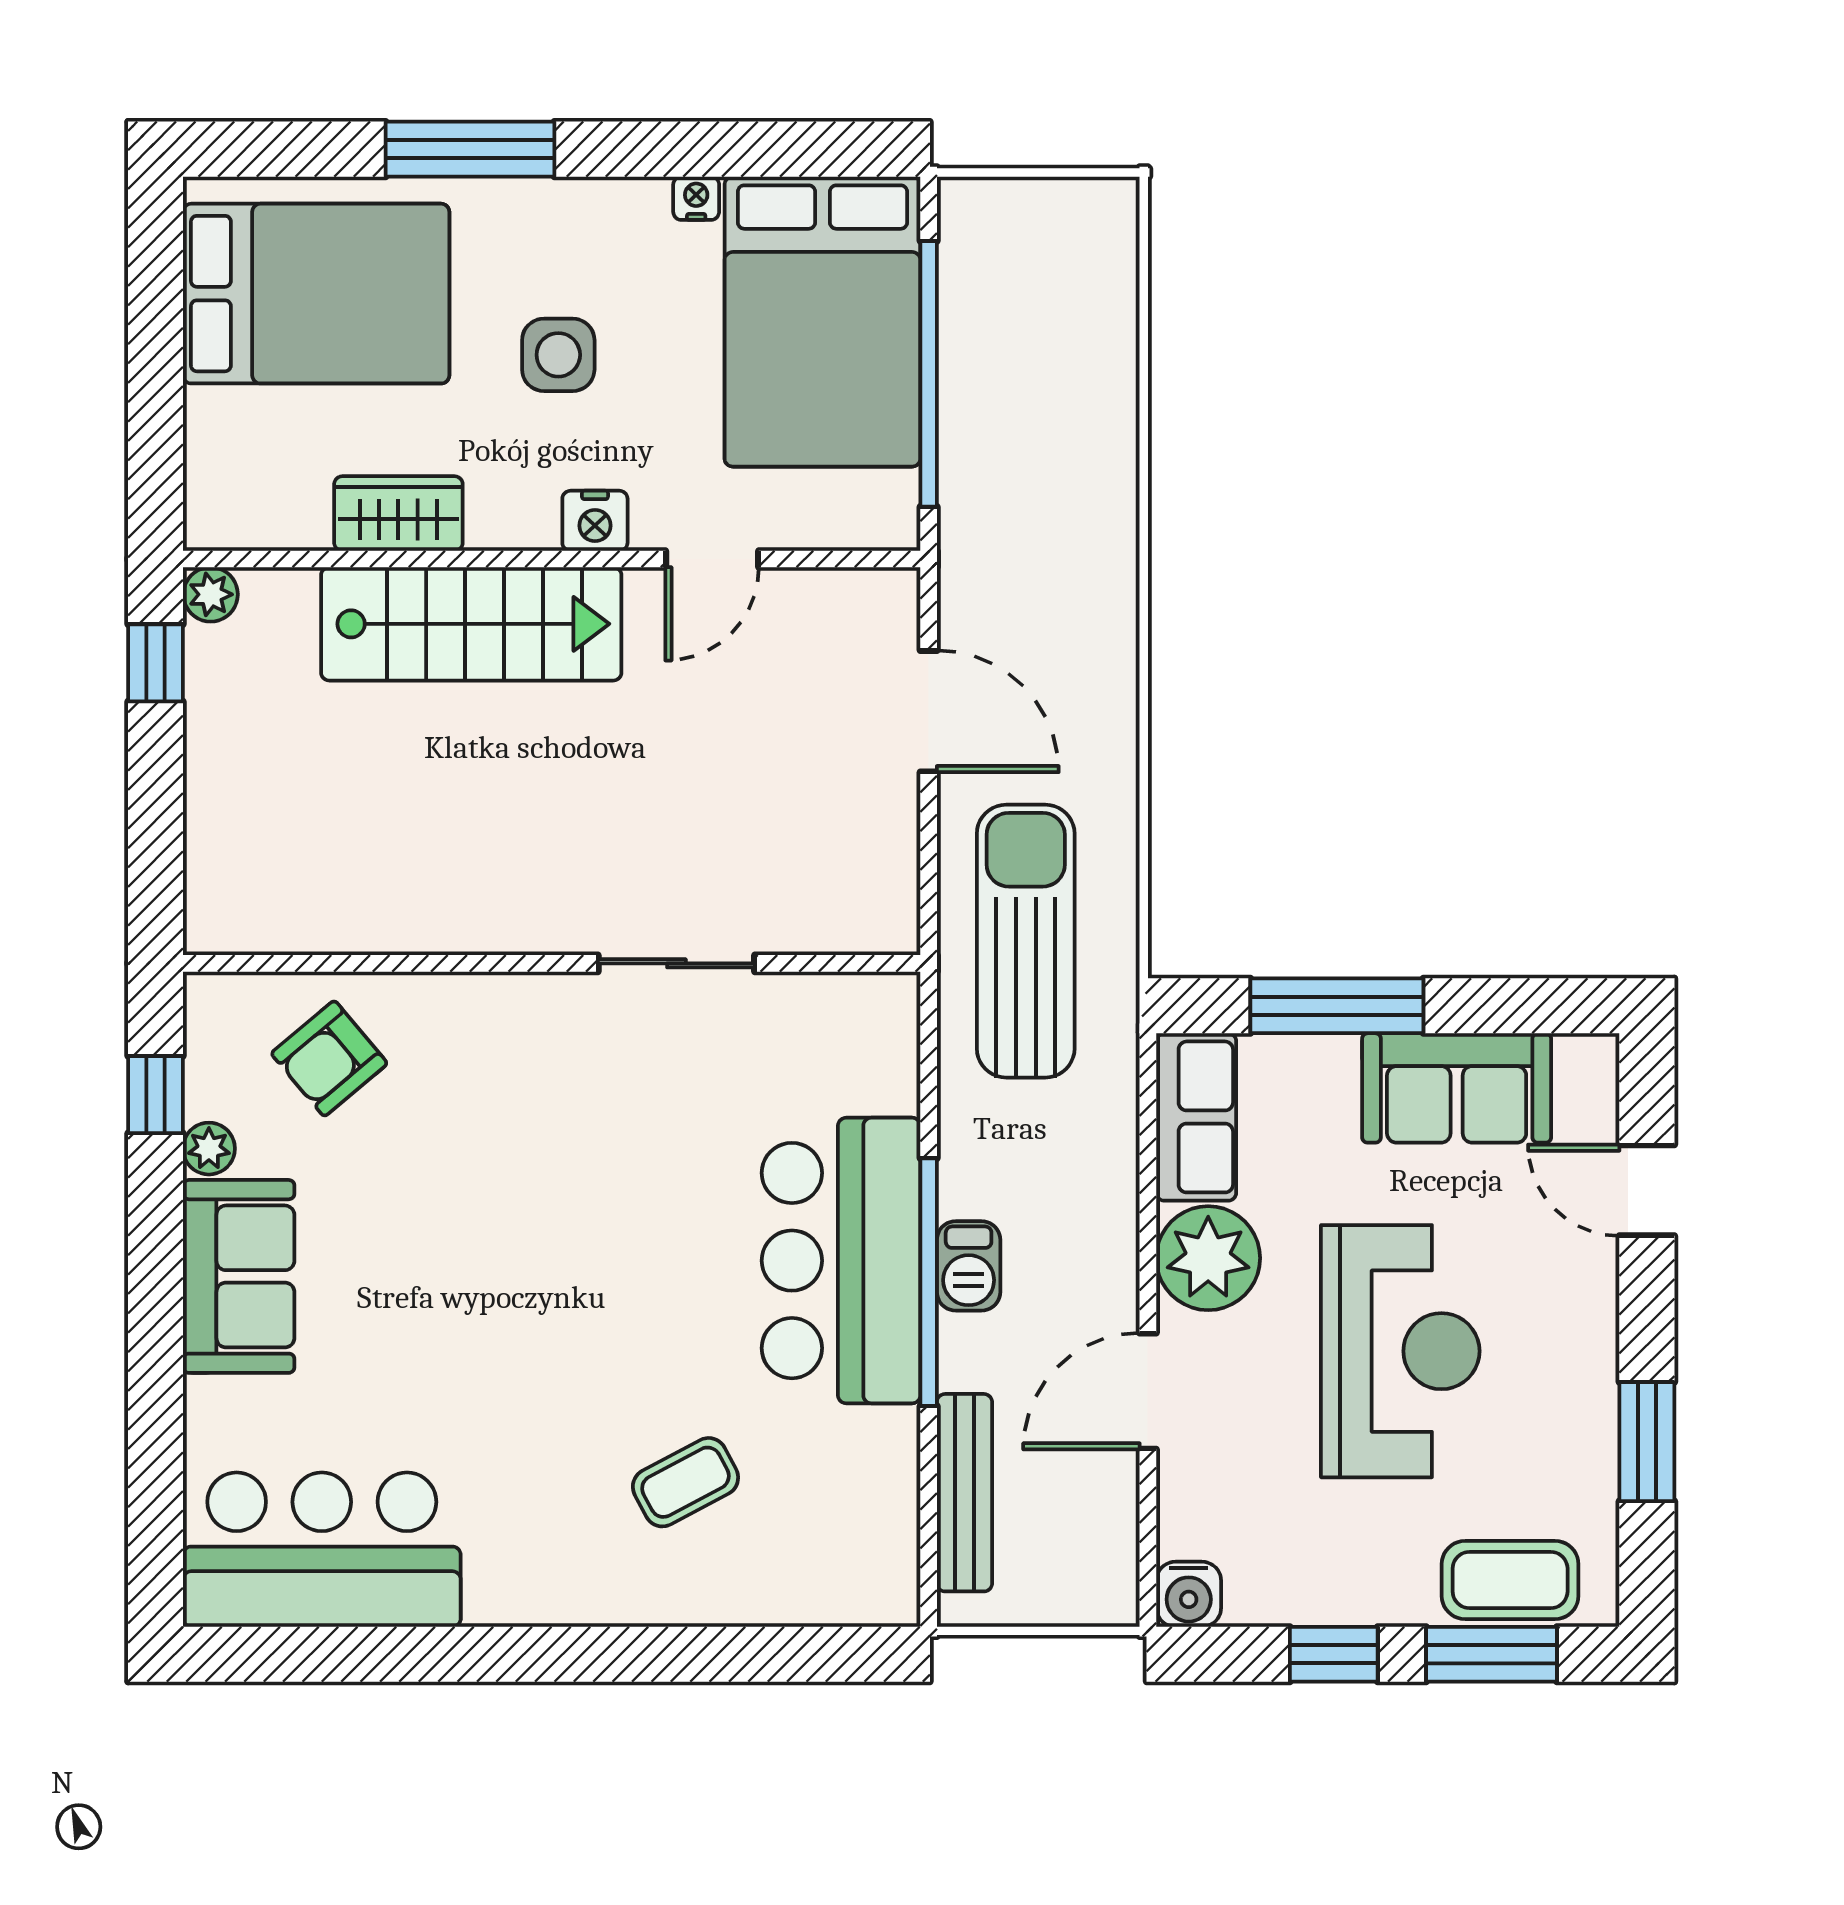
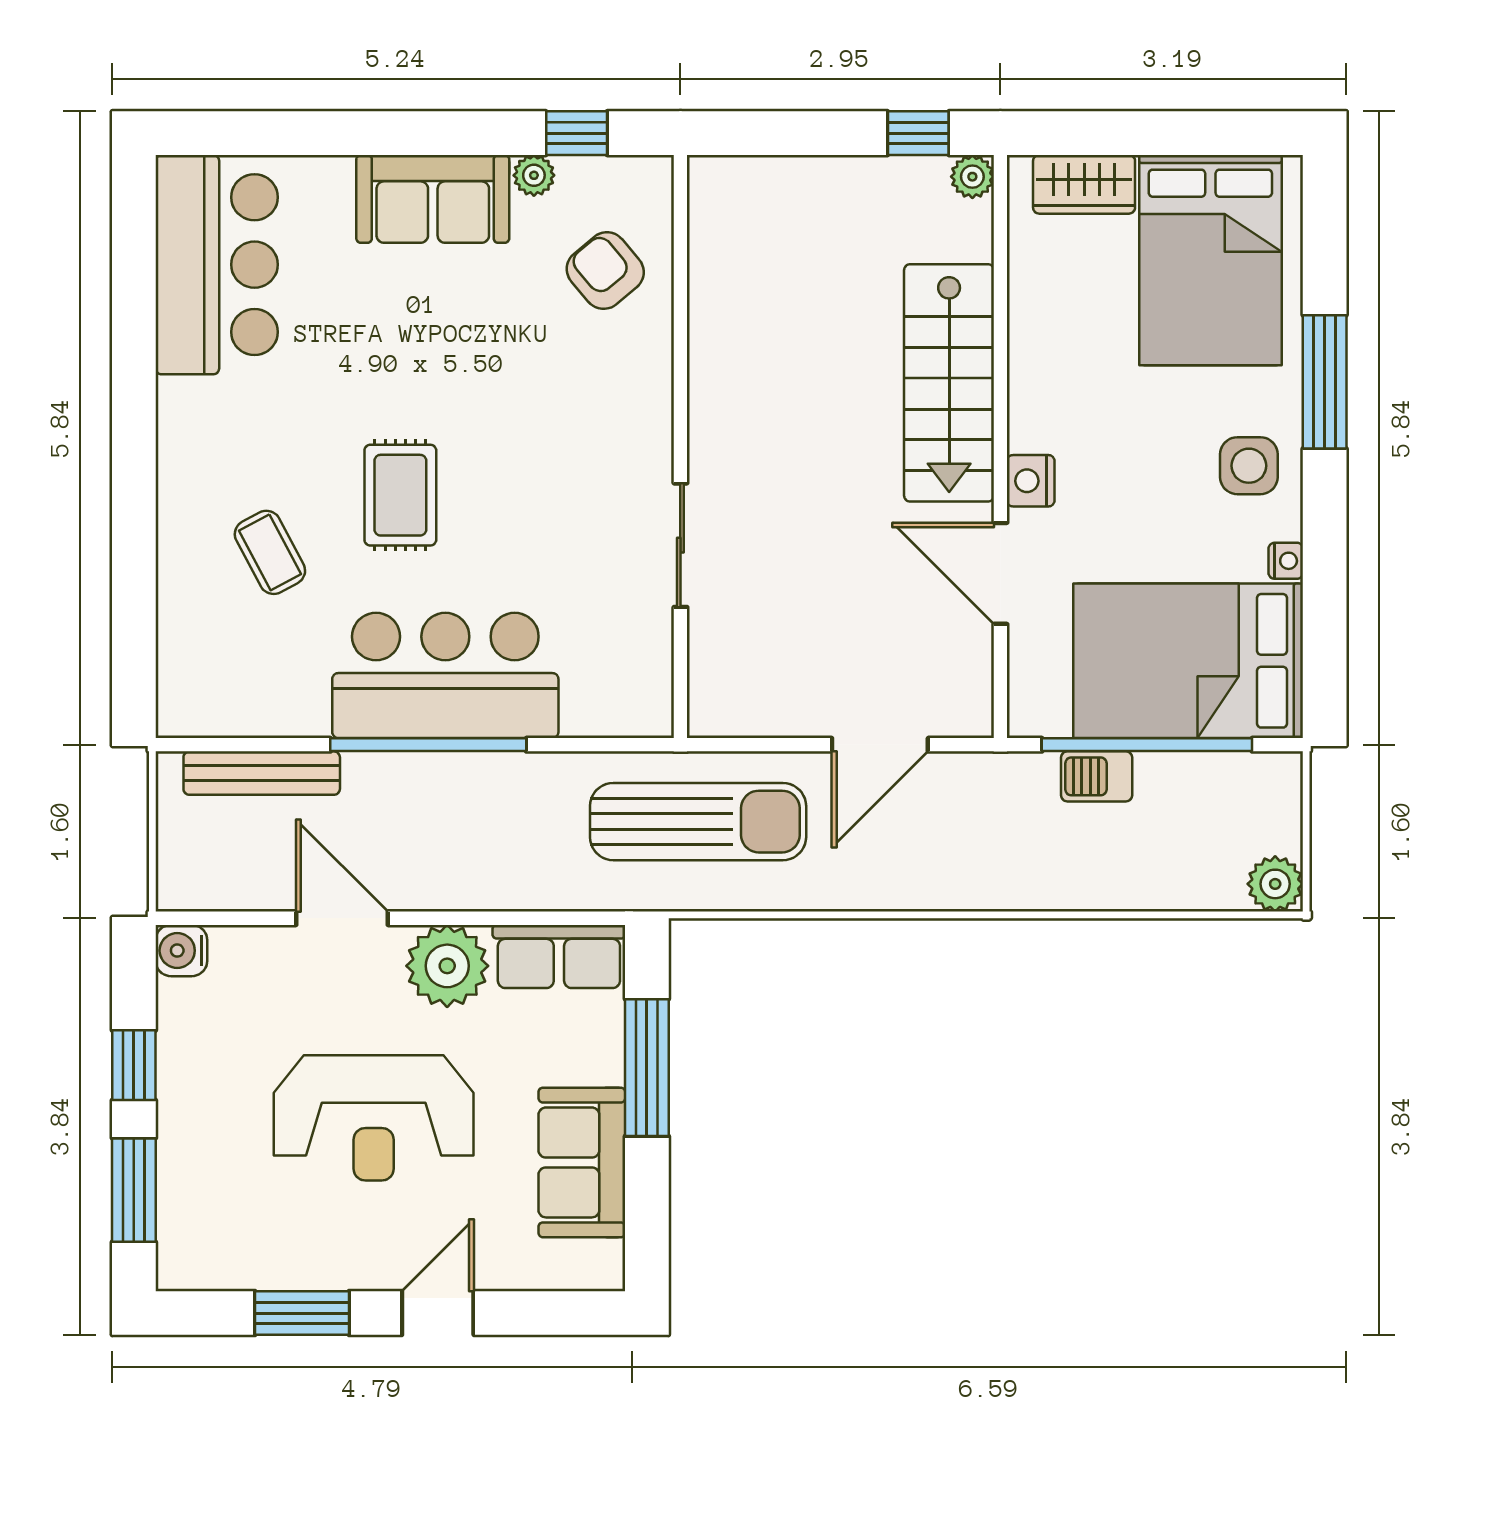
plant: (1105, 212) -> (1275, 884), added
side table: (558, 355) -> (1249, 466), moved
wardrobe: (398, 513) -> (1084, 184), moved, turned 90
door: (712, 559) -> (1000, 573), width x1.38
door: (1647, 1190) -> (438, 1313), moved
barbecue: (969, 1266) -> (1097, 776), moved
rug: (613, 1317) -> (400, 495), added
coffee table: (1510, 1580) -> (193, 1205), removed

